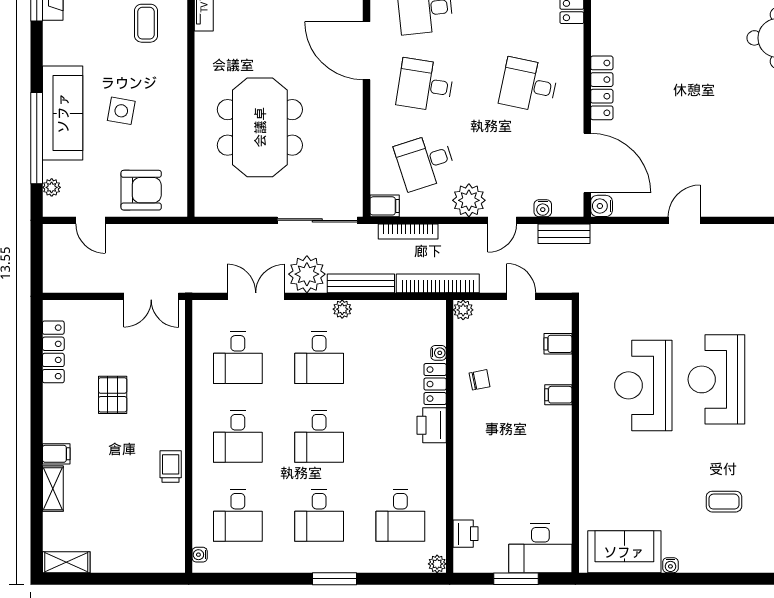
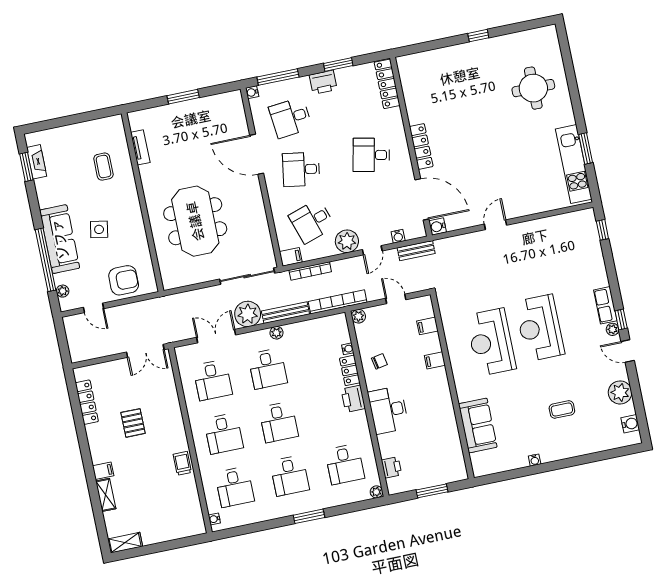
desk: (540, 548) -> (388, 410), moved, turned 90
sofa: (624, 552) -> (478, 426), moved, turned 90

